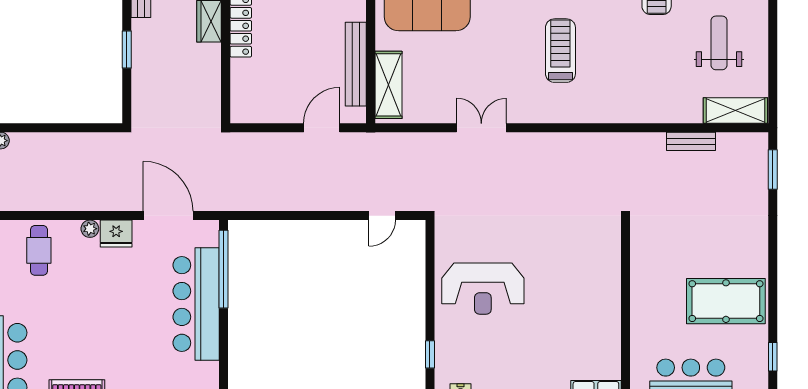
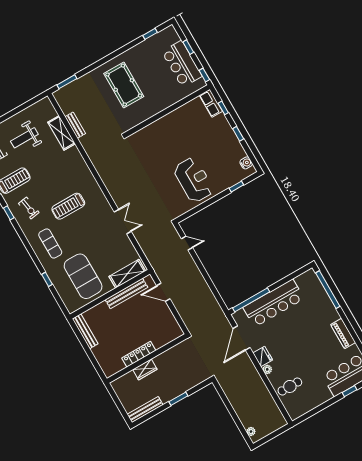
shelving: (735, 110) -> (62, 133), moved
double door: (481, 128) -> (123, 222), swing flipped
pool table: (726, 301) -> (124, 85), moved

